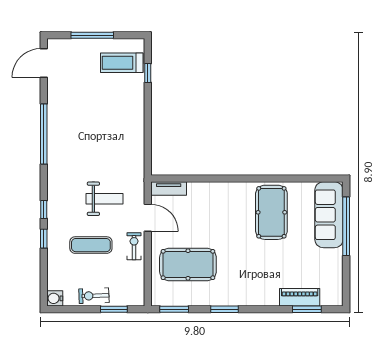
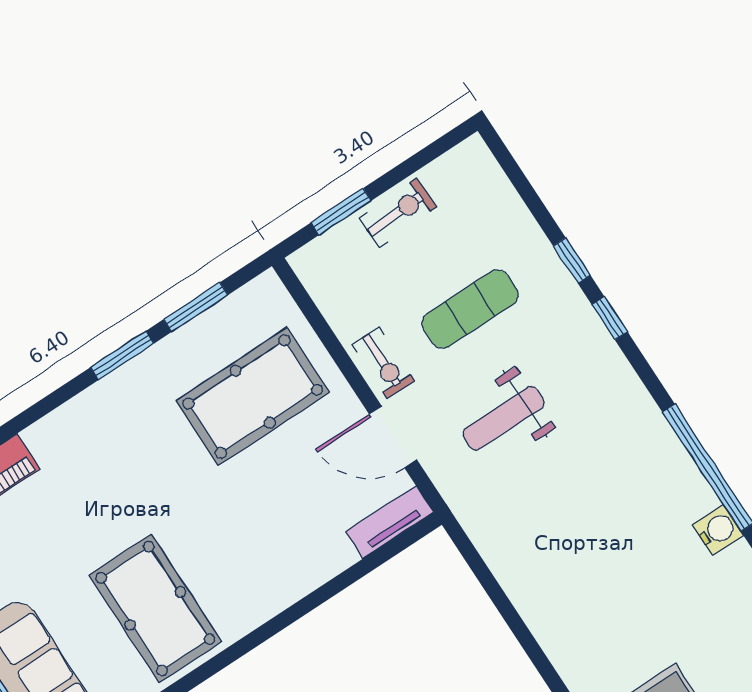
water cooler: (55, 298) -> (718, 530), moved
window: (174, 309) -> (196, 307), moved

